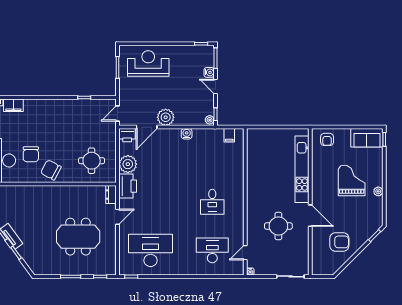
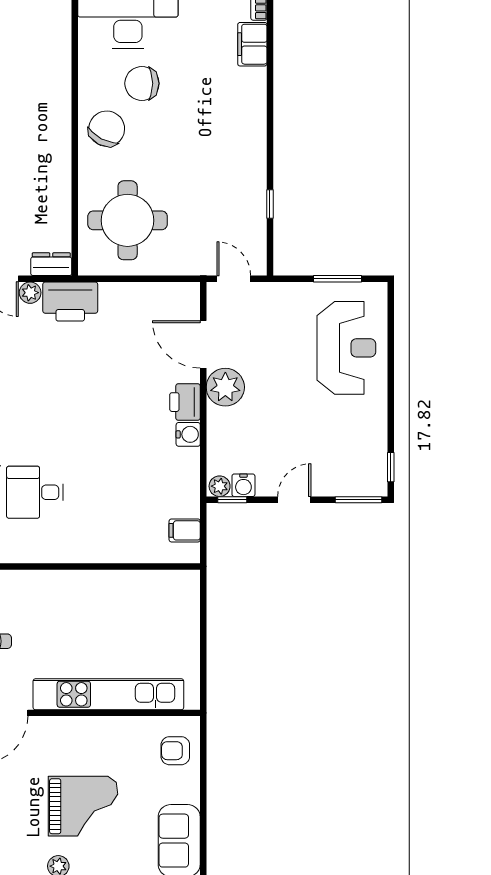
water cooler: (209, 72) -> (243, 485), moved
printer: (127, 135) -> (185, 402), moved
round table: (92, 161) -> (128, 220), width x1.36, depth x1.36
plant: (128, 164) -> (30, 293), moved, width x0.53, depth x0.53

